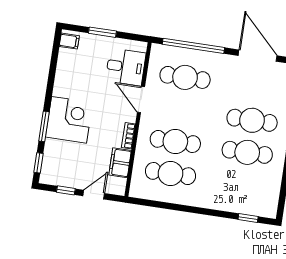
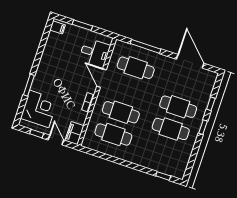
window: (193, 46) -> (146, 46), width x0.68
corner desk: (69, 120) -> (39, 109), moved
window: (38, 163) -> (20, 110), removed
filing cabinet: (120, 163) -> (74, 133), moved
door: (94, 195) -> (56, 140), hinge flipped

